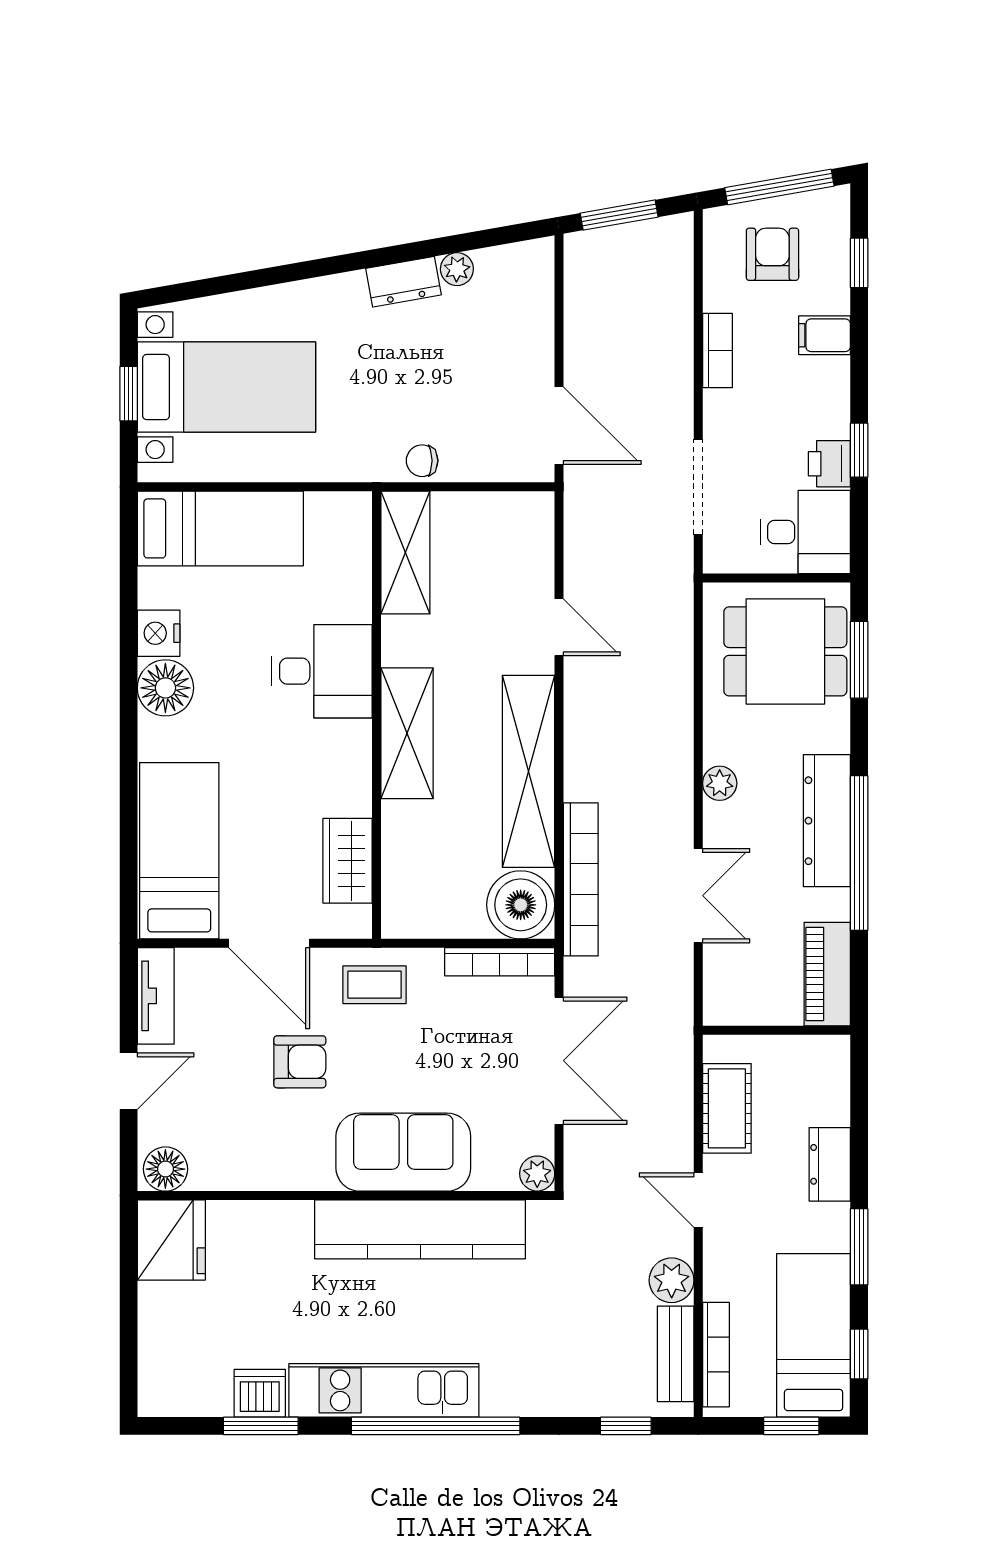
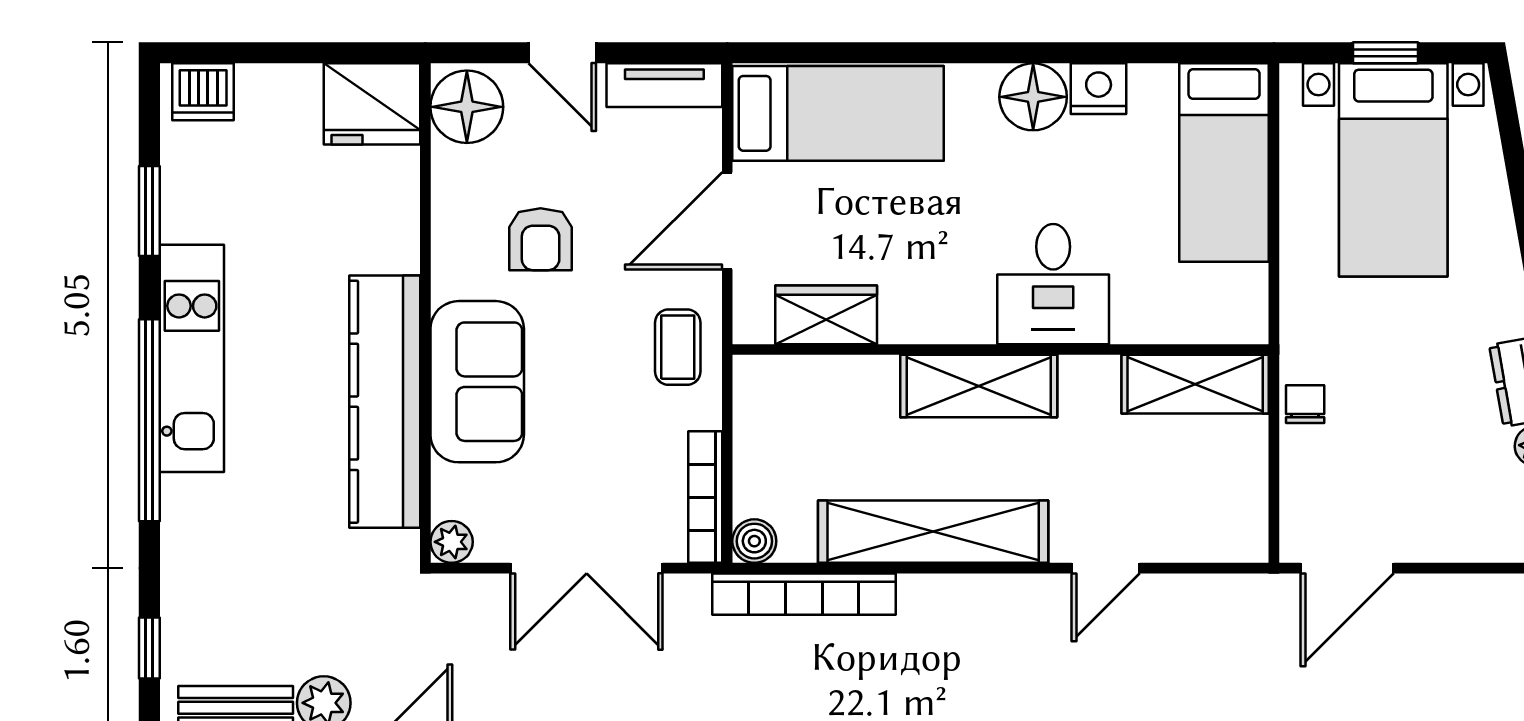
boiler: (521, 905) -> (754, 541), width x0.54, depth x0.54
armchair: (300, 1062) -> (541, 239), moved
floor lamp: (165, 1169) -> (467, 107), width x1.38, depth x1.38
dishwasher: (260, 1393) -> (203, 92), moved, turned 90

